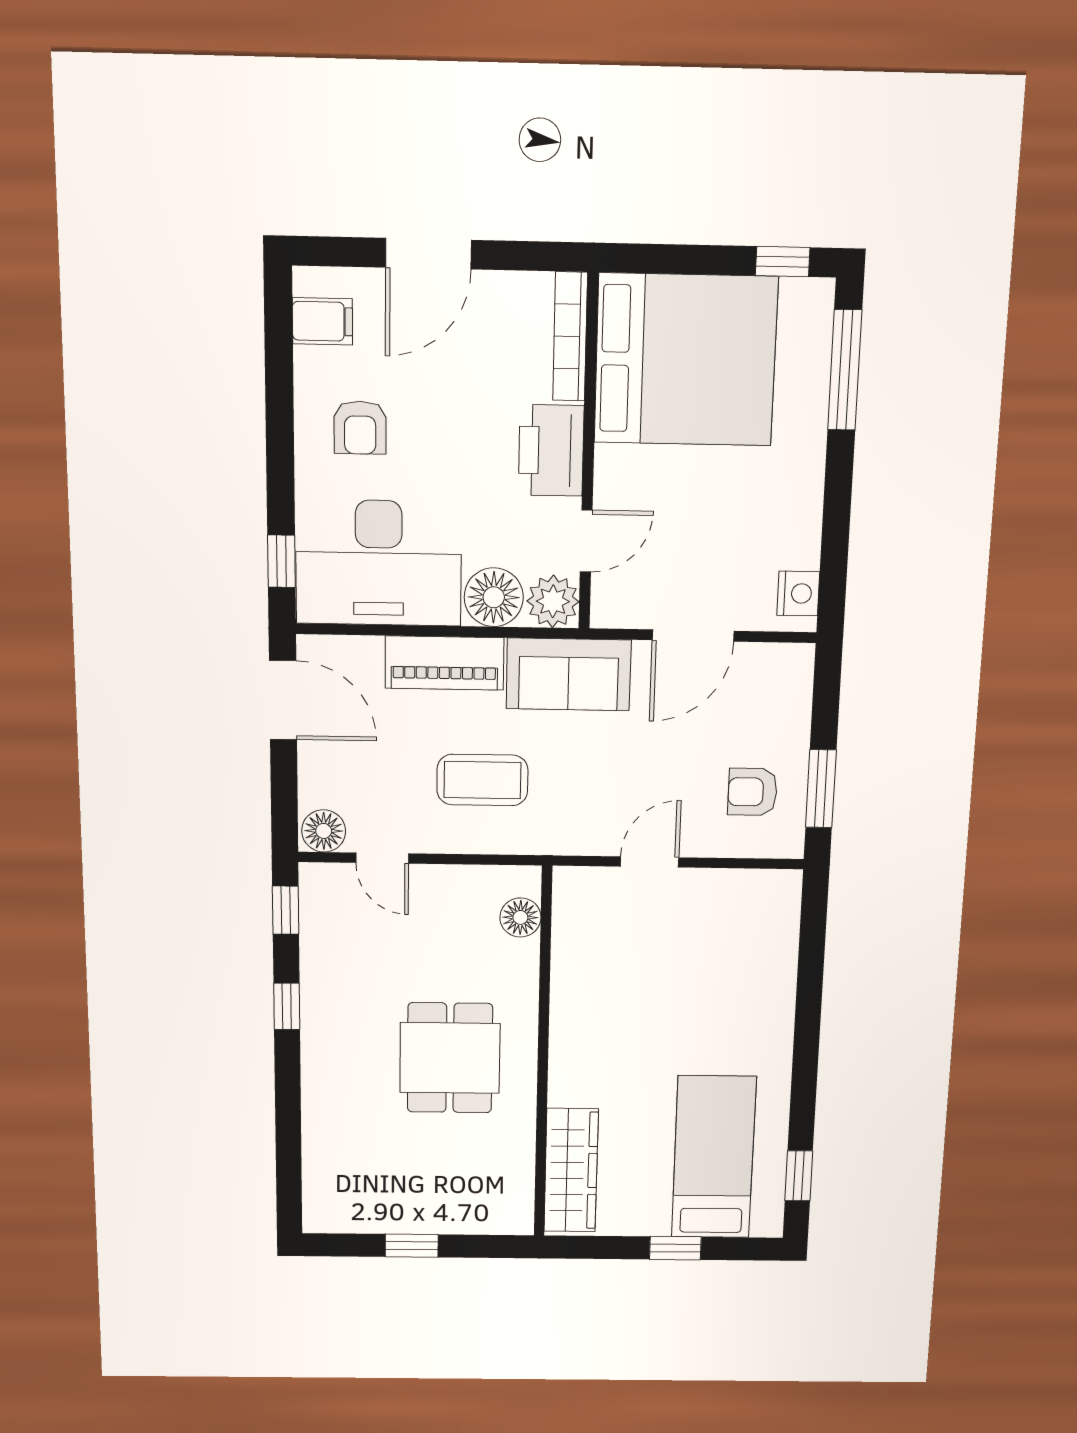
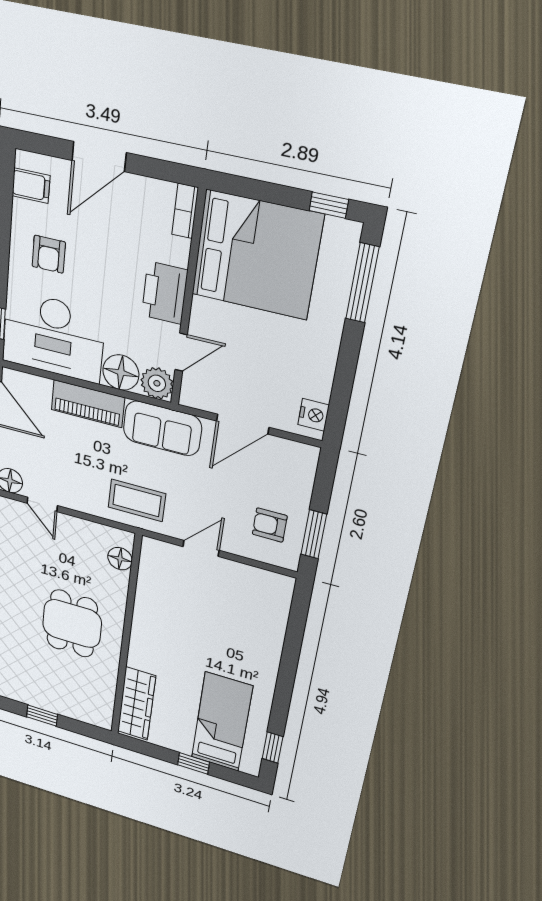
bookcase: (570, 337) -> (185, 211), width x0.64
coffee table: (482, 780) -> (137, 500), moved

